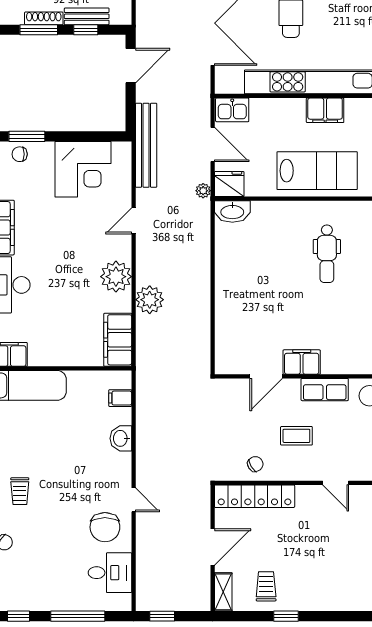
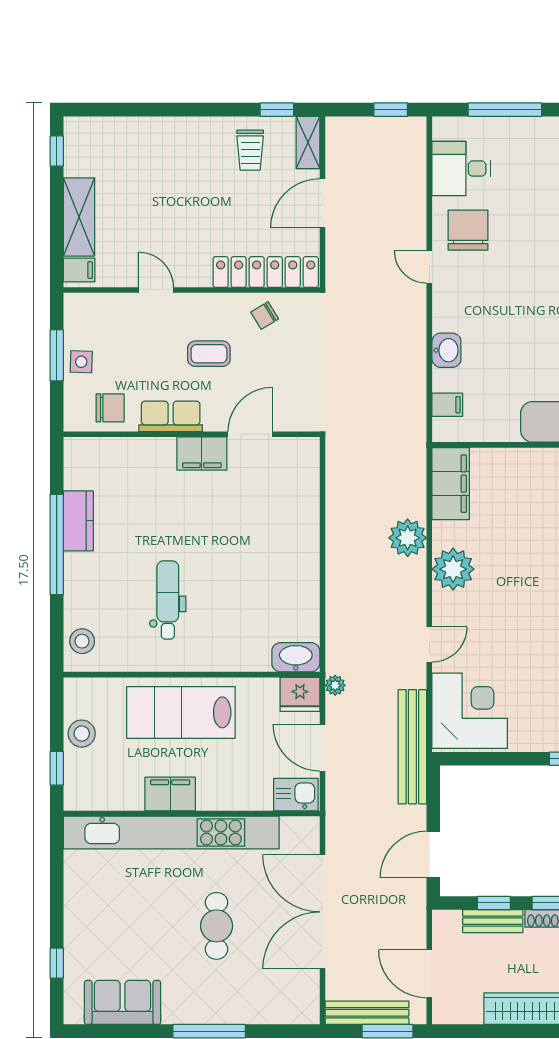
corner desk: (83, 169) -> (470, 711), moved, turned 90
window: (286, 616) -> (277, 110), moved

